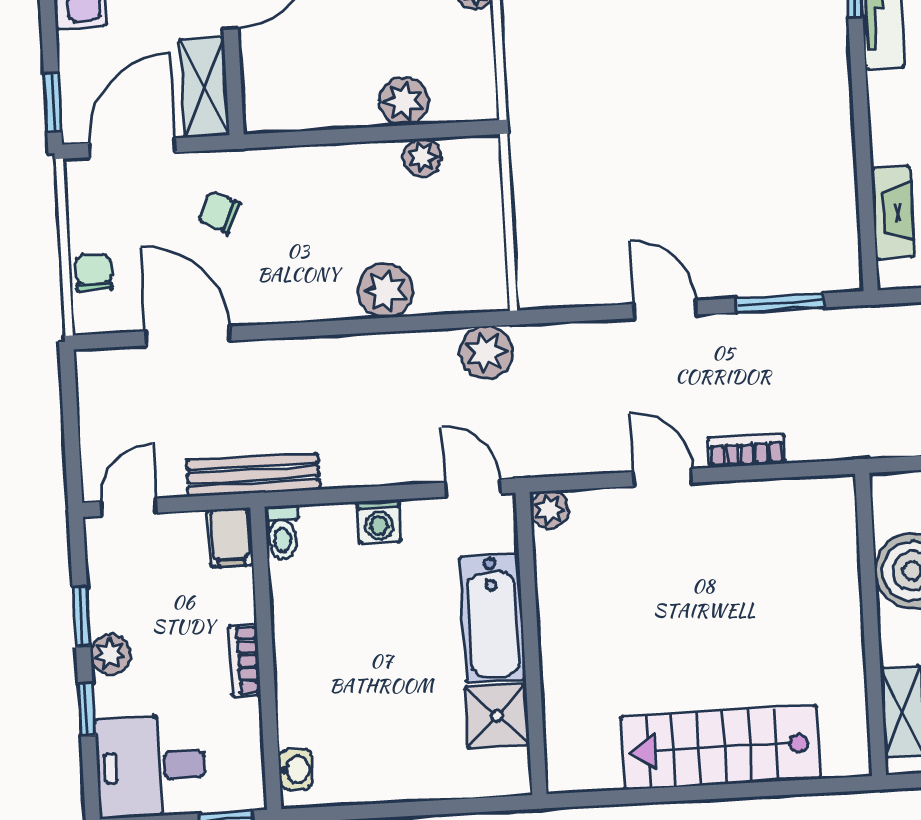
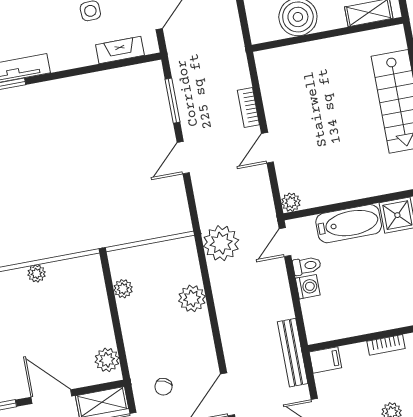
plant: (404, 101) -> (107, 360), moved
plant: (486, 352) -> (221, 243), width x1.36, depth x1.36
toilet: (282, 533) -> (307, 266), moved

